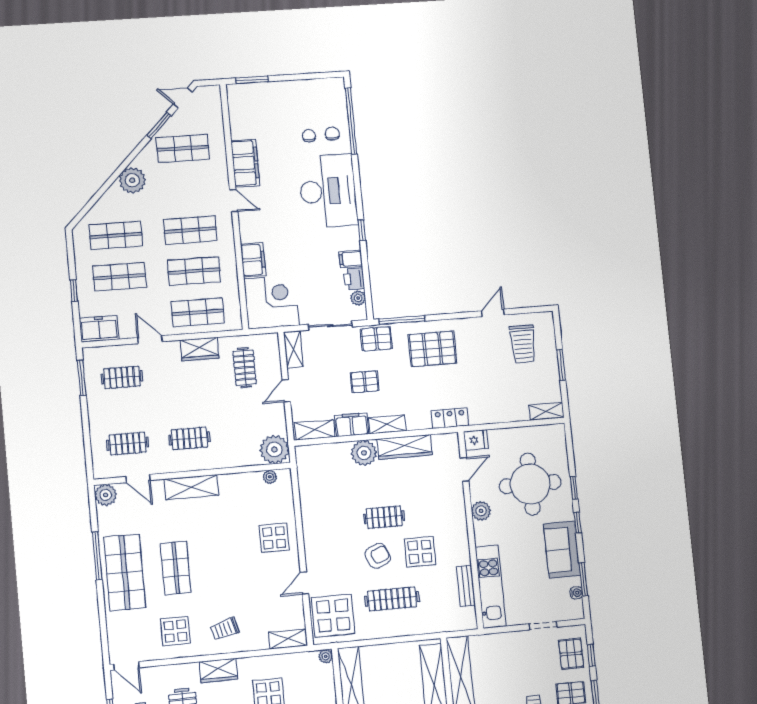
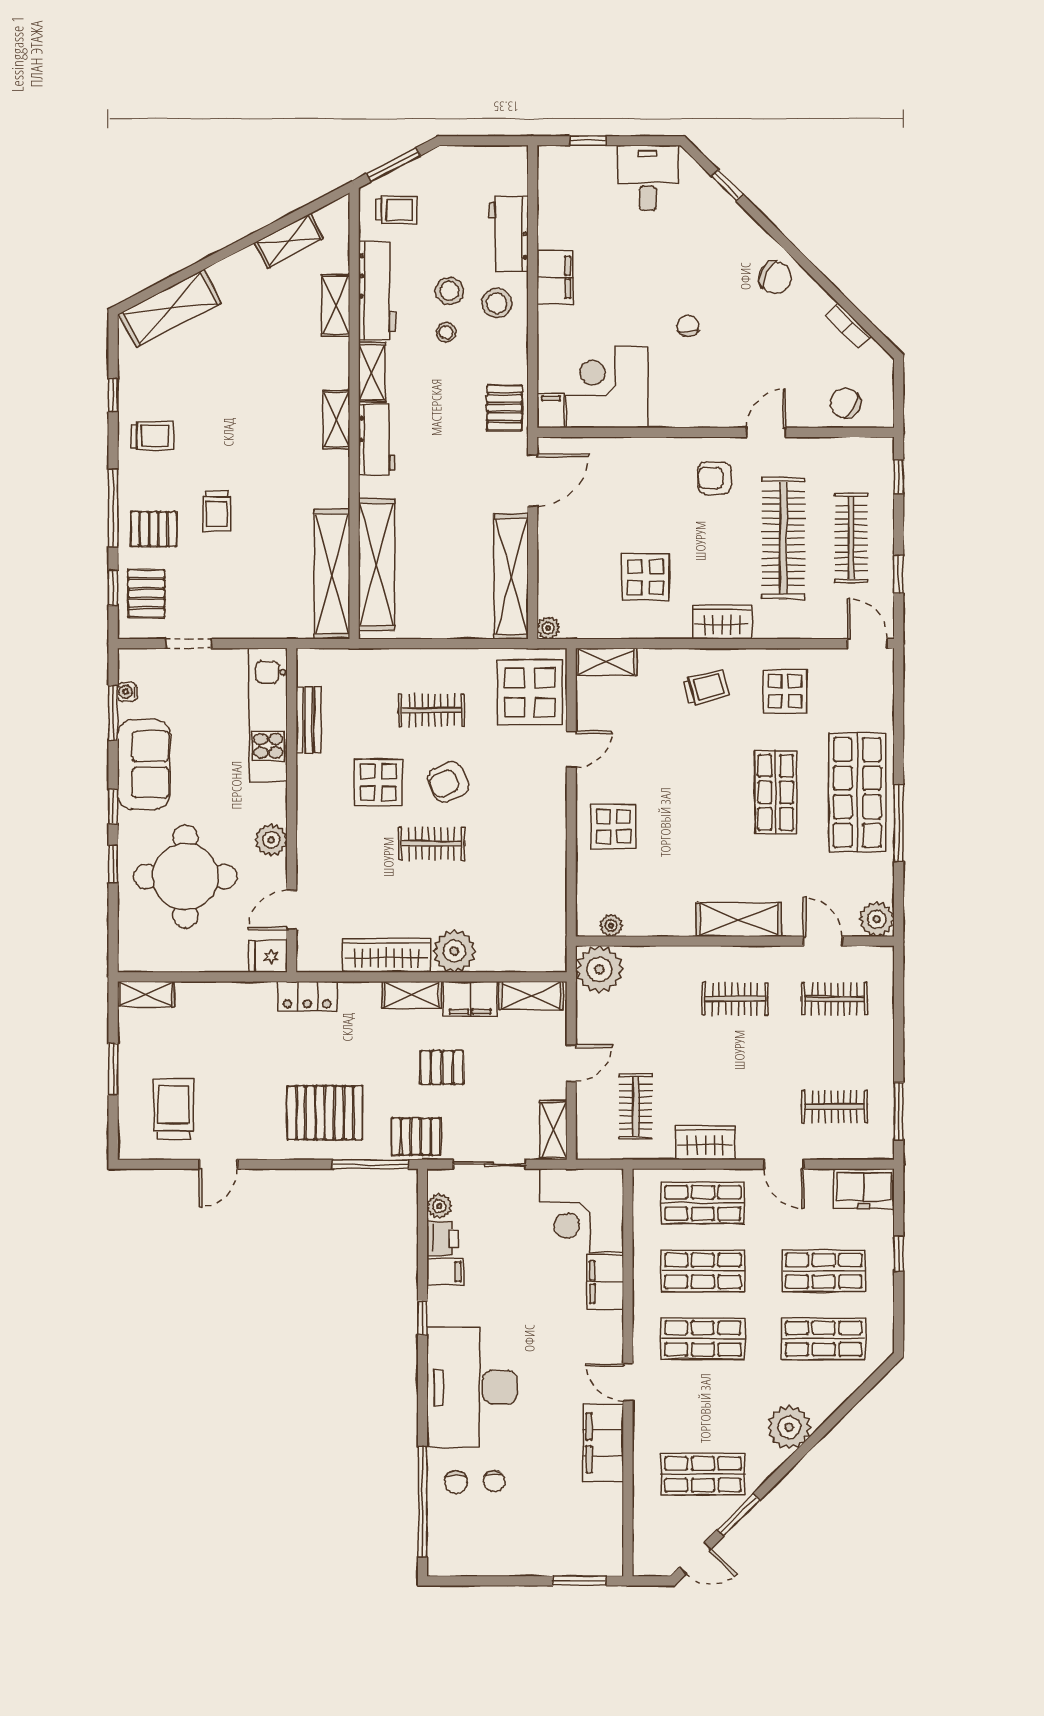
clothes rail: (392, 599) -> (431, 710), width x0.73

